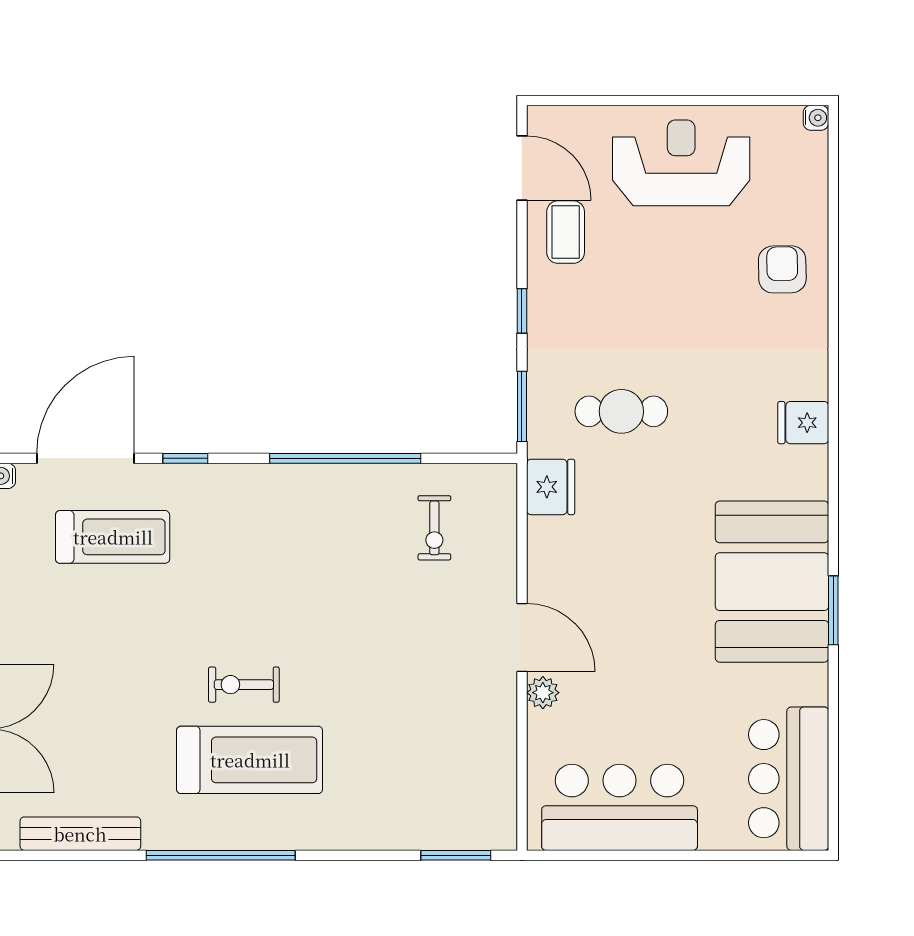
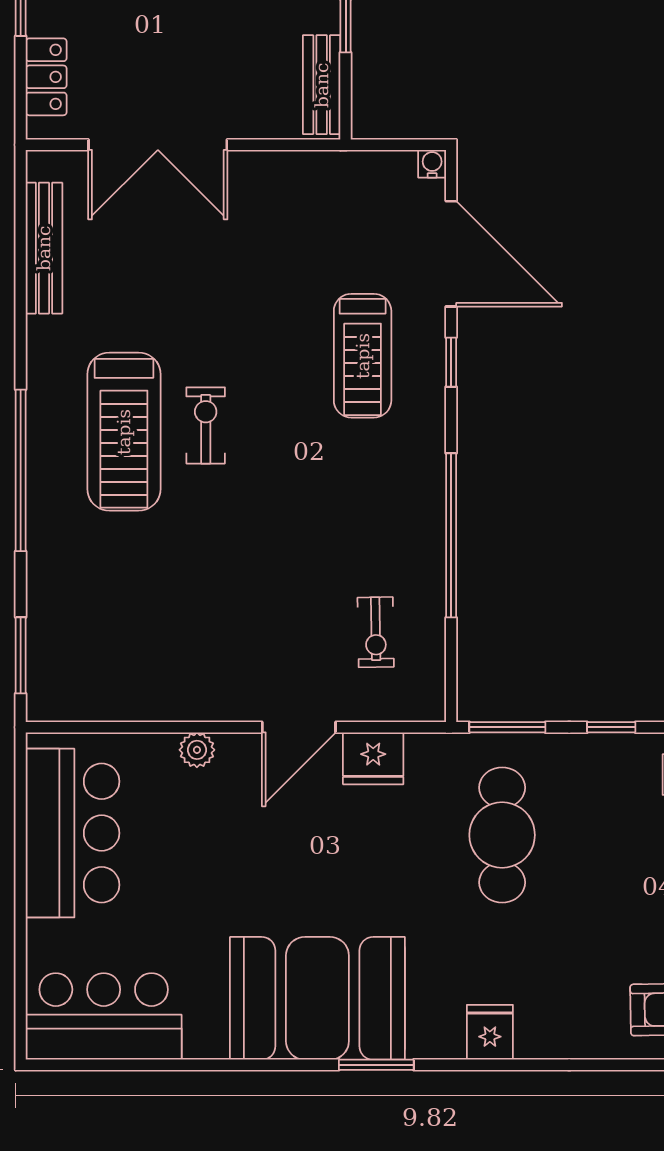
cafe table: (621, 411) -> (502, 835), width x1.37, depth x1.35
fridge: (551, 487) -> (373, 758), moved
exercise bike: (434, 528) -> (376, 632), turned -91
treadmill: (113, 537) -> (363, 356), moved
window: (833, 610) -> (376, 1065), moved
door: (522, 637) -> (299, 727), moved
window: (221, 855) -> (21, 470), moved

